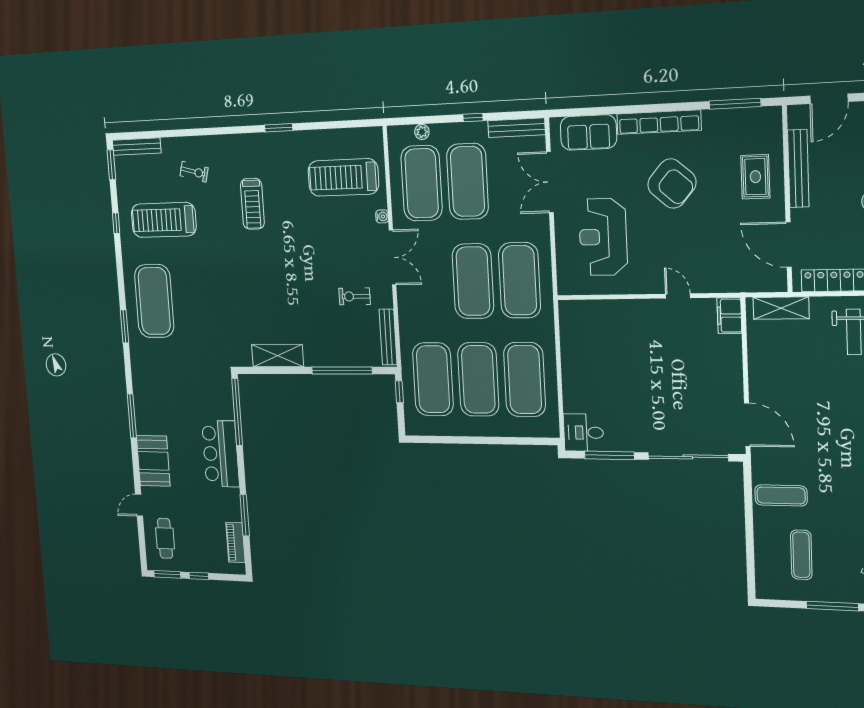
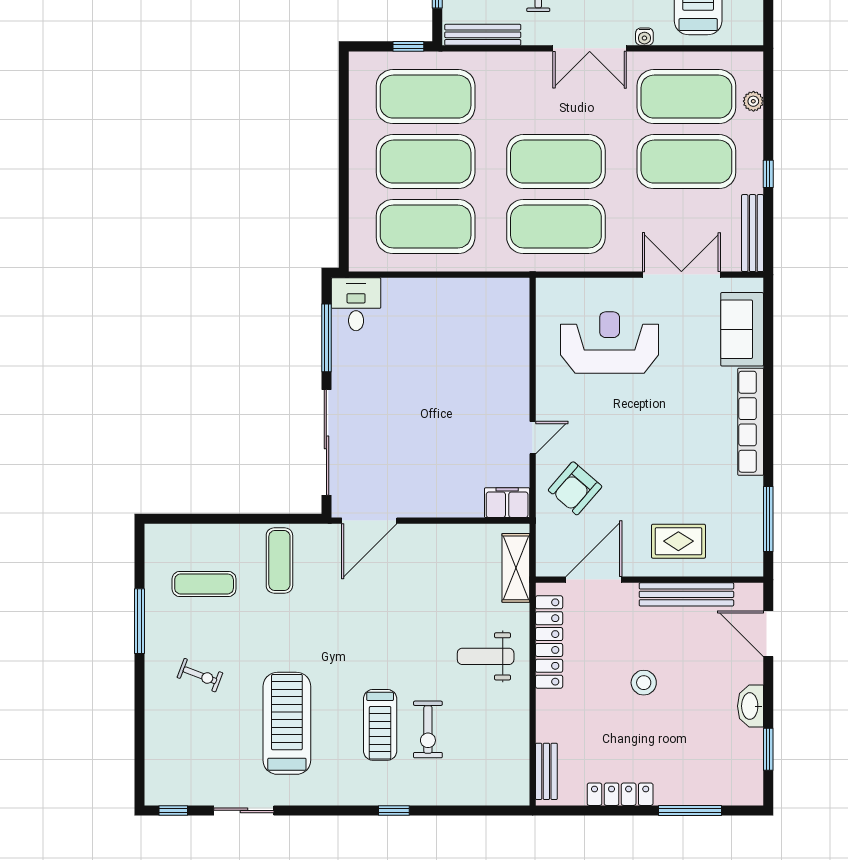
armchair: (672, 183) -> (575, 488), moved, width x0.73, depth x0.73

